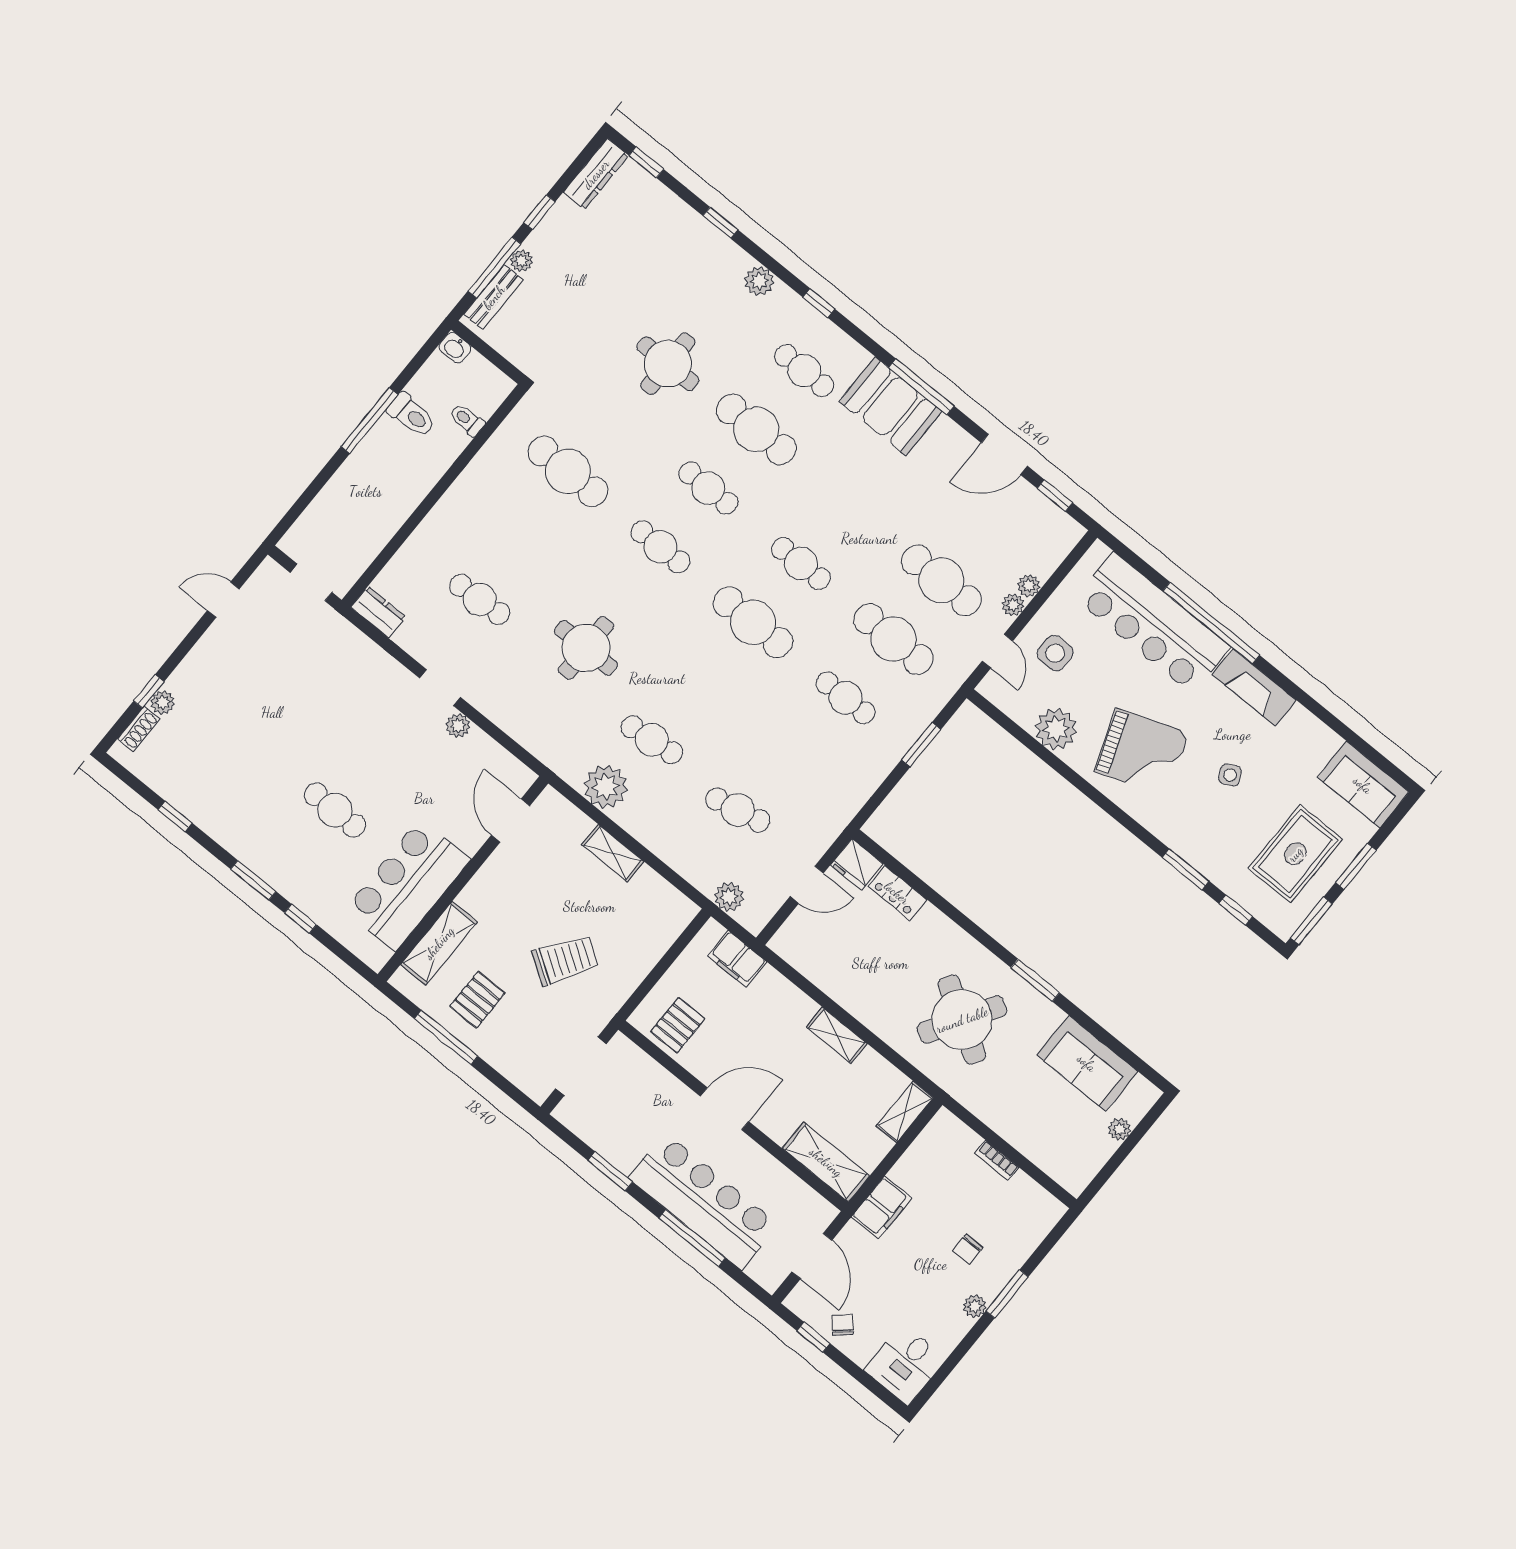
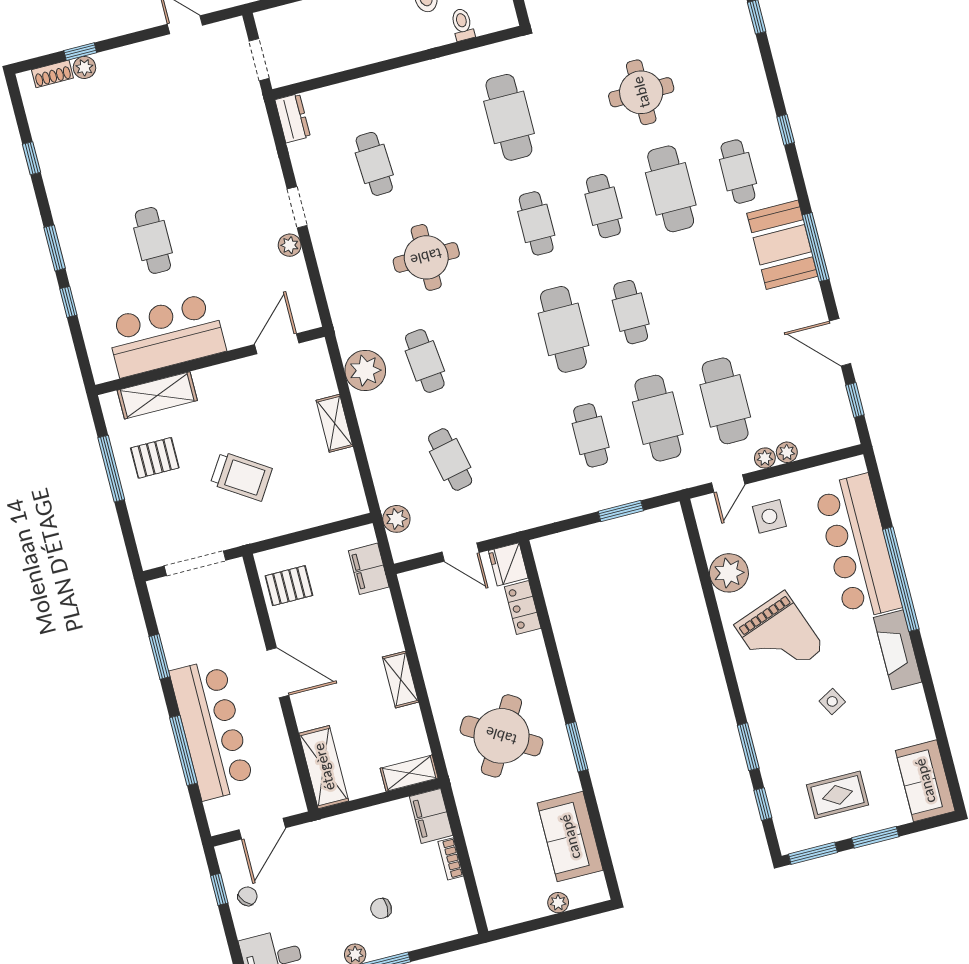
plant: (759, 281) -> (754, 81), removed
rug: (1295, 854) -> (838, 795), width x0.73, depth x0.70
filing cabinet: (882, 1208) -> (431, 816), moved, turned 90

